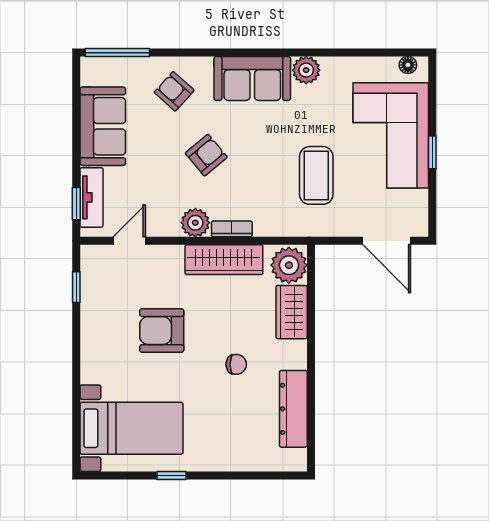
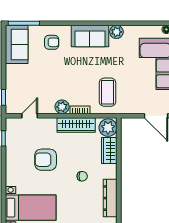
armchair: (174, 91) -> (52, 42), turned 138
sofa: (103, 126) -> (17, 44), moved
armchair: (206, 155) -> (67, 74), removed
coffee table: (316, 175) -> (108, 92), moved
tv unit: (91, 197) -> (11, 94), removed

